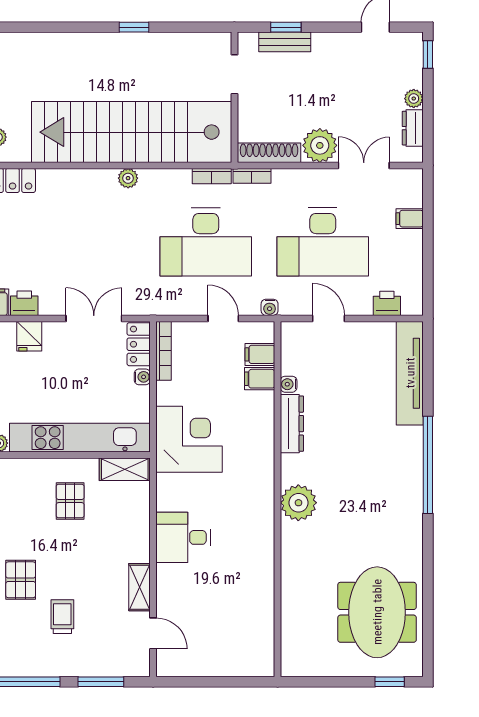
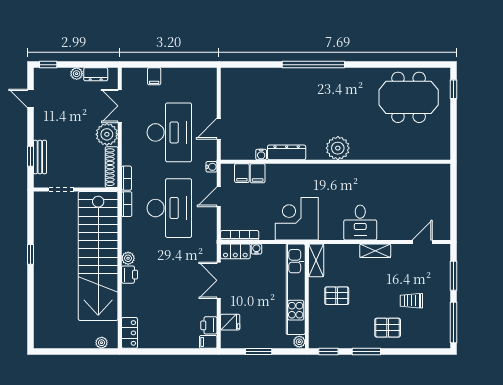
printer: (387, 303) -> (130, 275), moved, turned 180
tv unit: (410, 373) -> (254, 76), removed
shelving: (140, 587) -> (375, 251), moved

